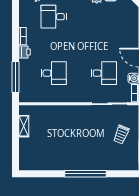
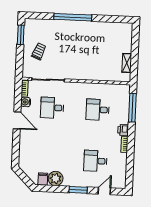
desk: (54, 17) -> (95, 161), turned 180

